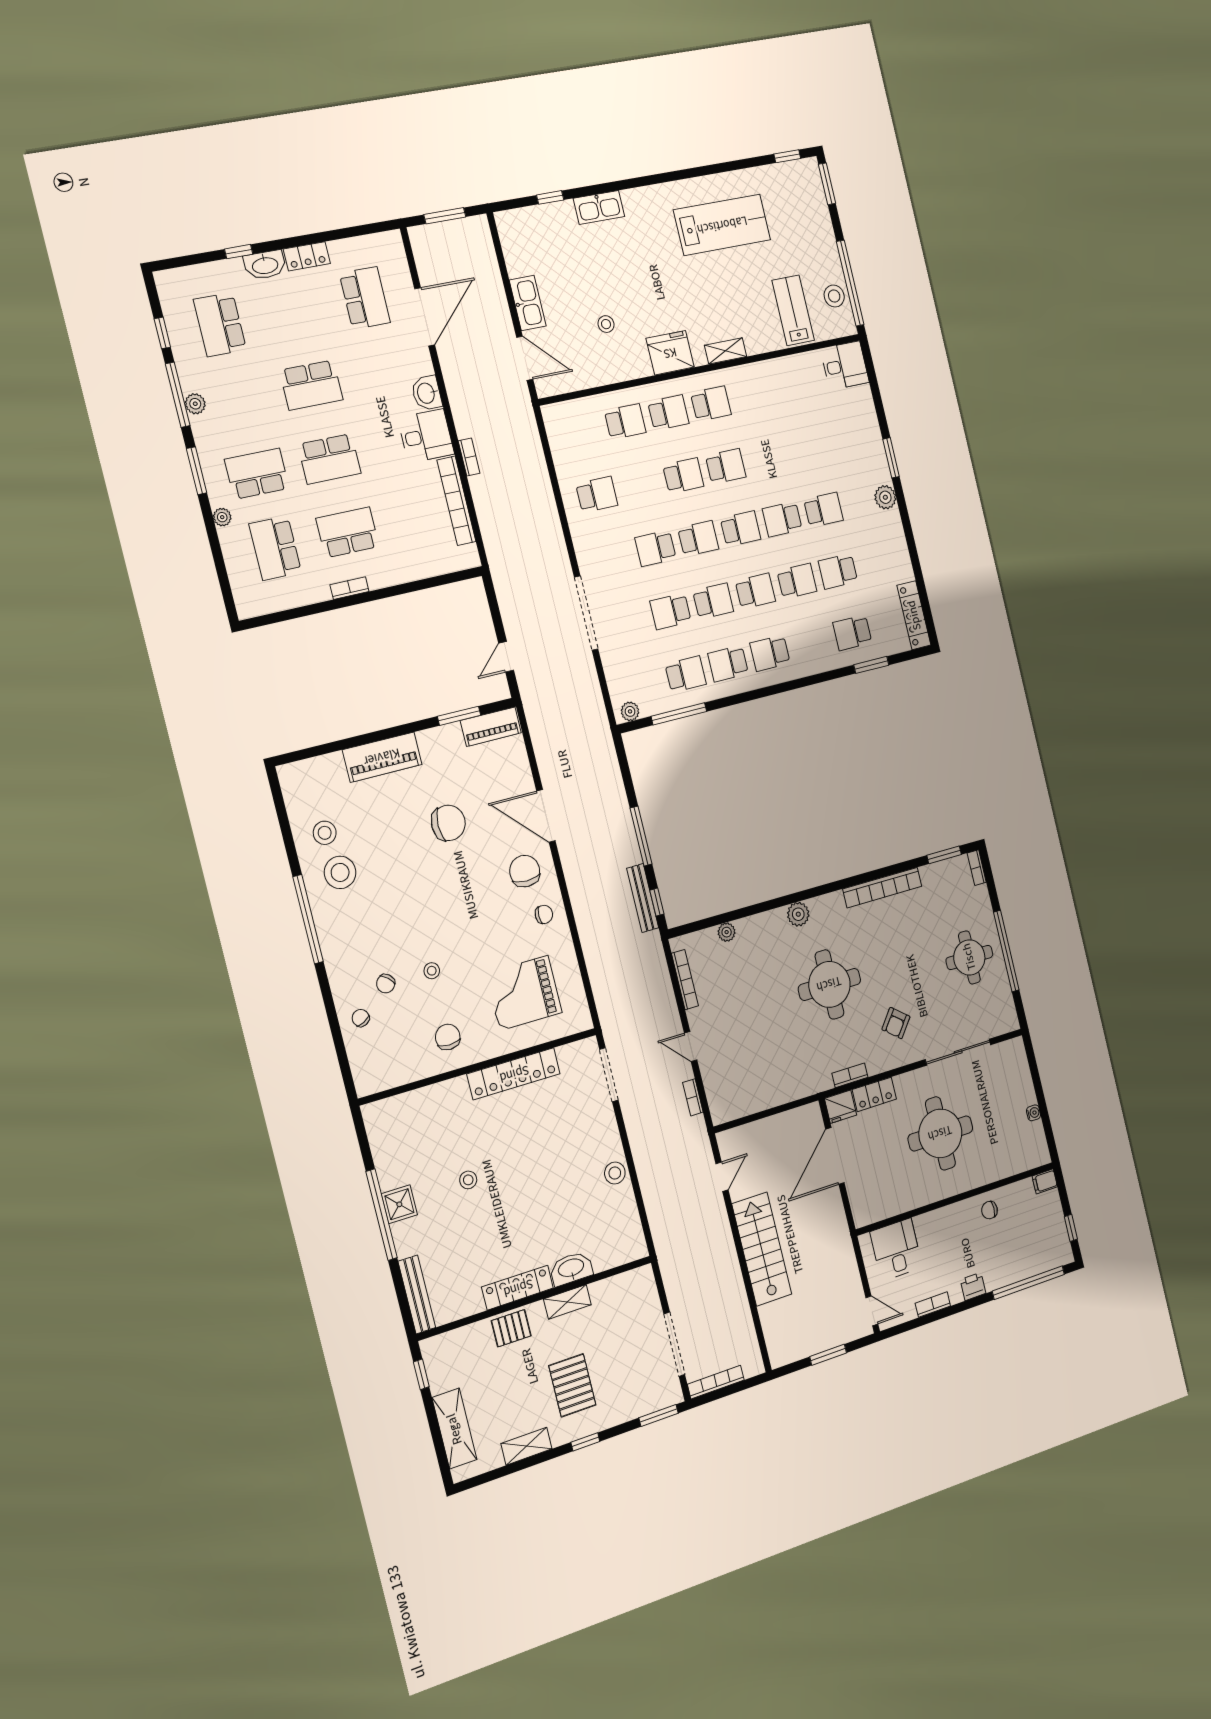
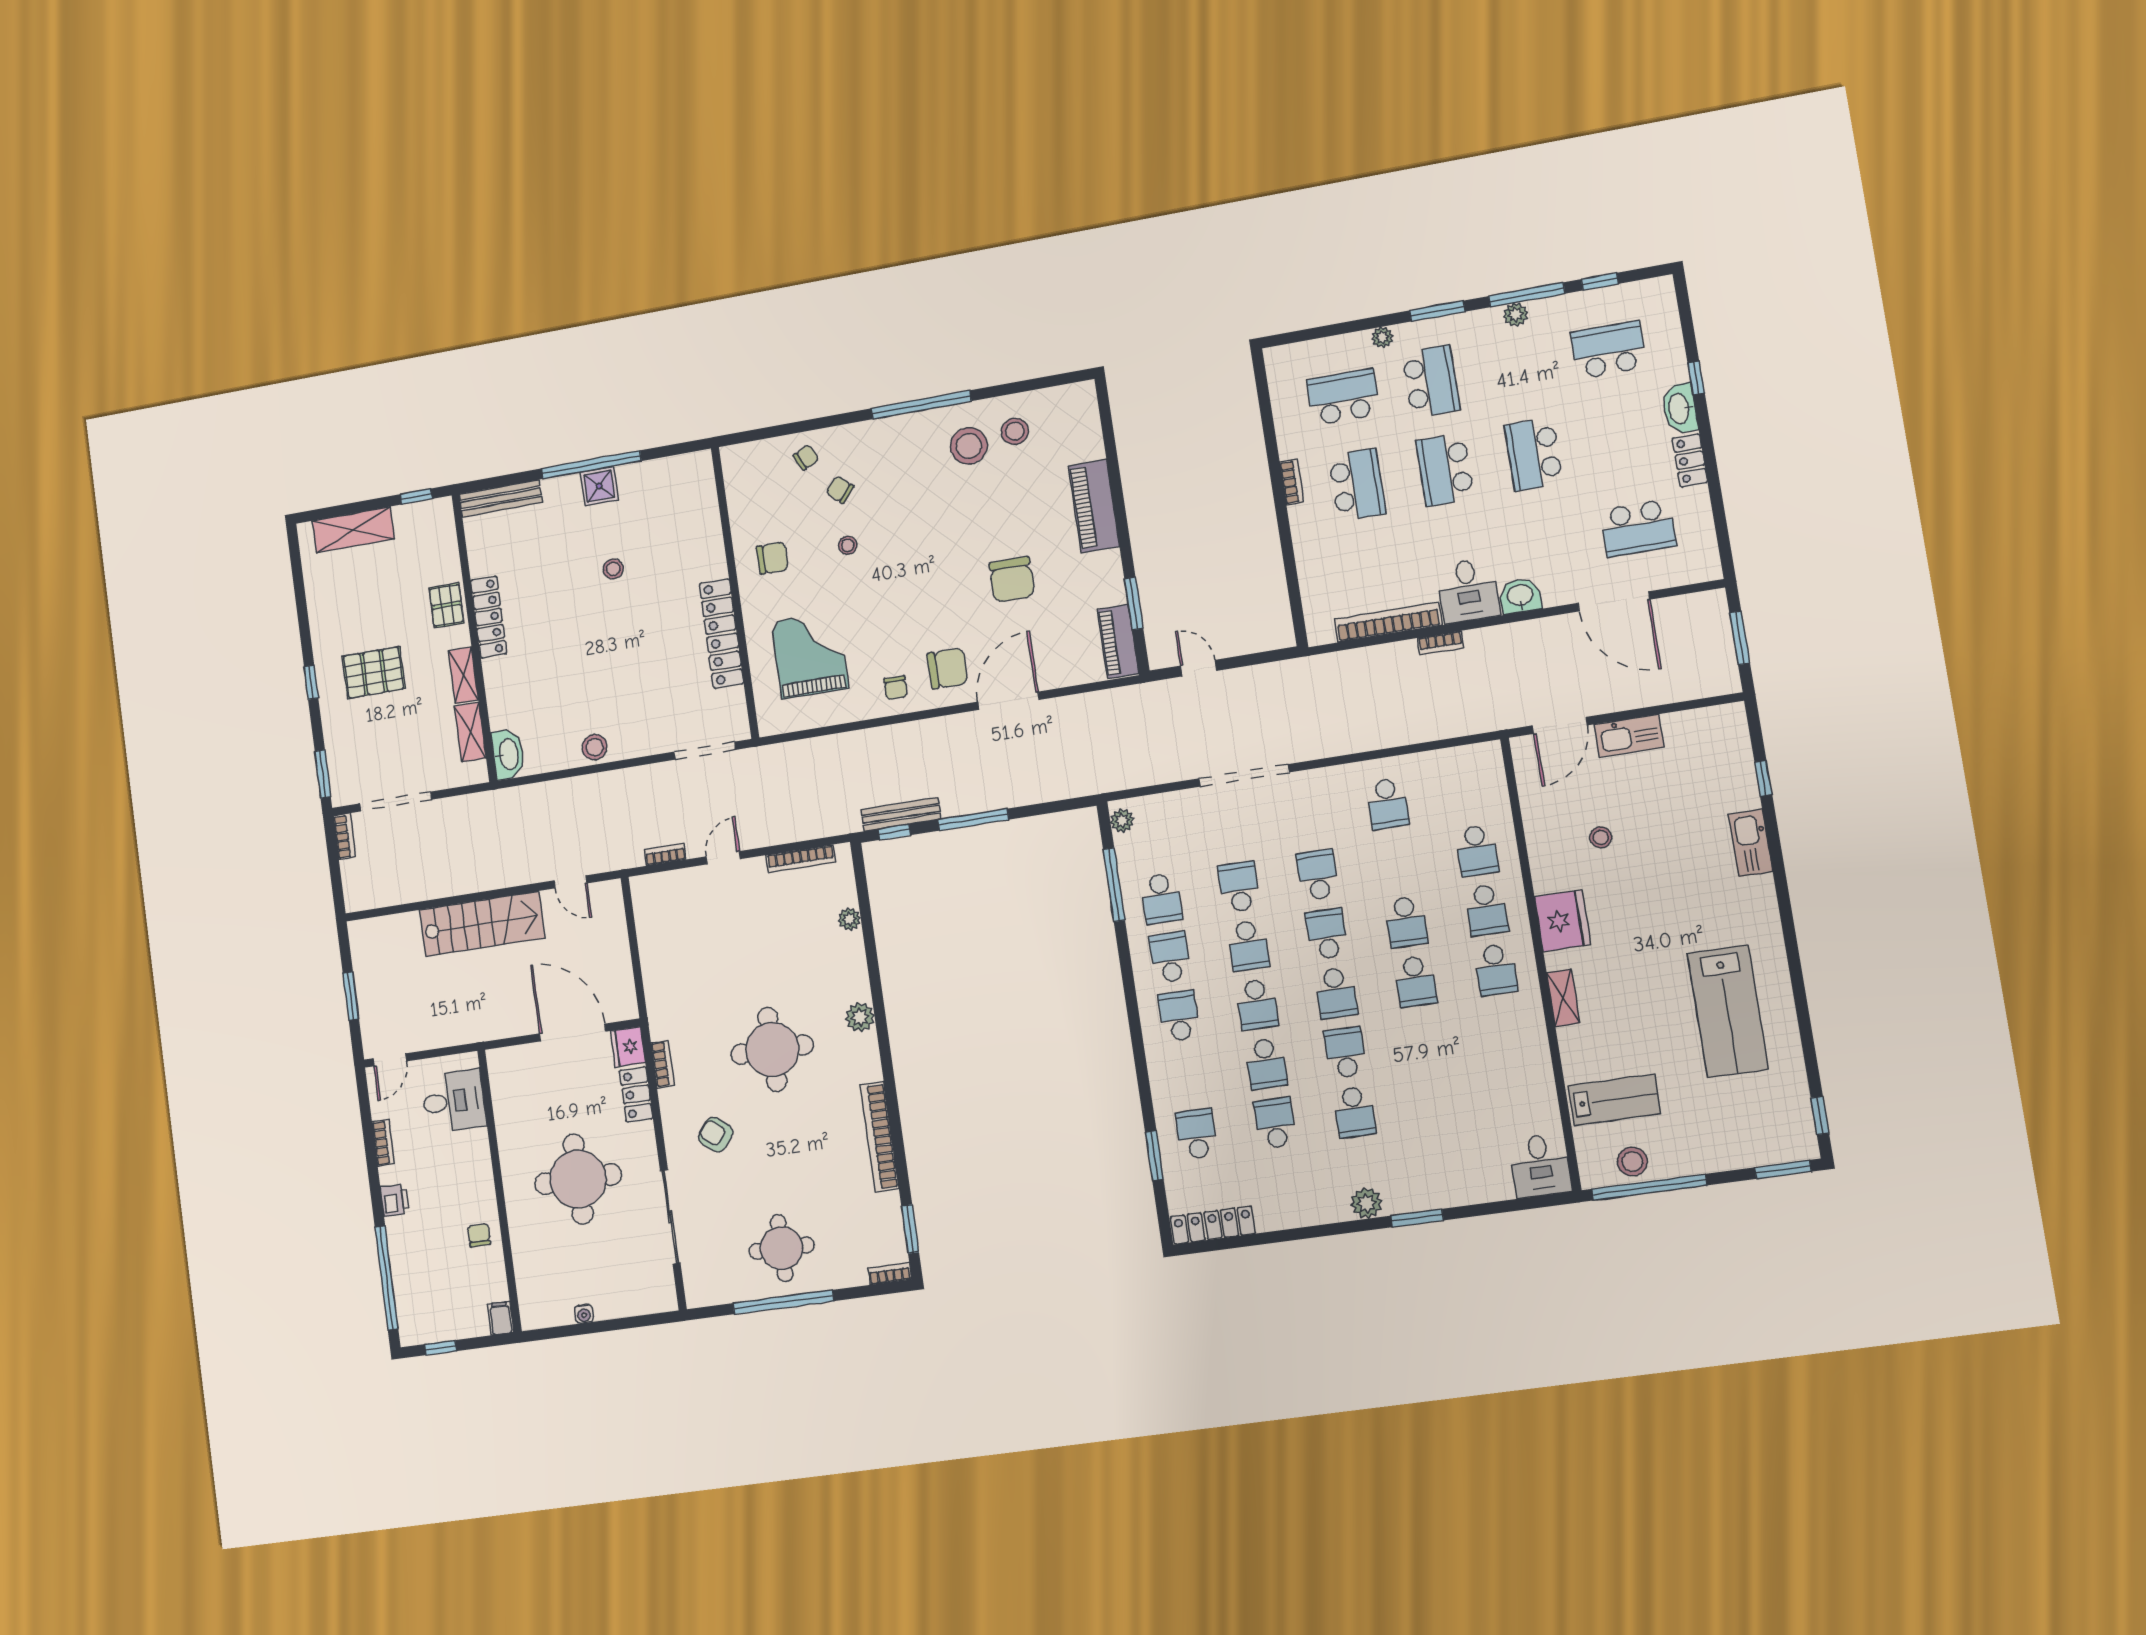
school desk: (698, 538) -> (1327, 934), turned 180
washbasin: (571, 1268) -> (508, 754), moved
bookcase: (716, 1382) -> (344, 837), width x0.64
shelving: (526, 1446) -> (470, 732), moved

